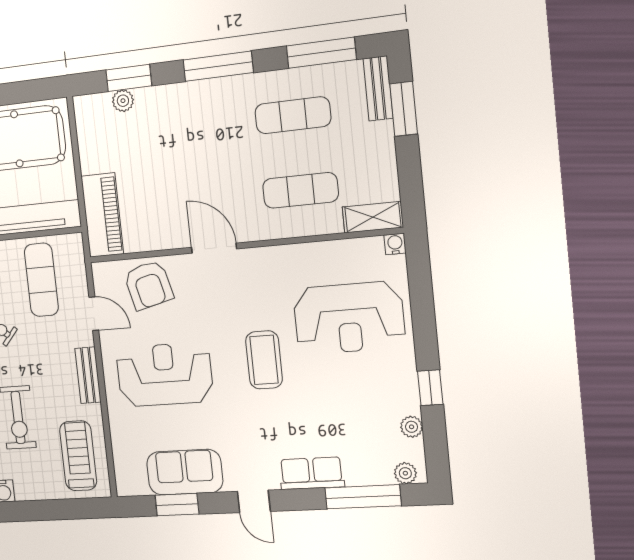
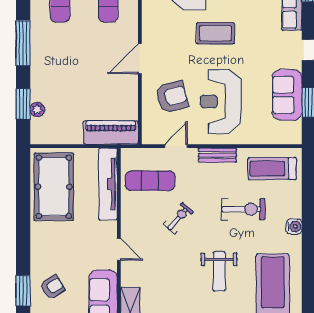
armchair: (148, 285) -> (172, 97), moved

